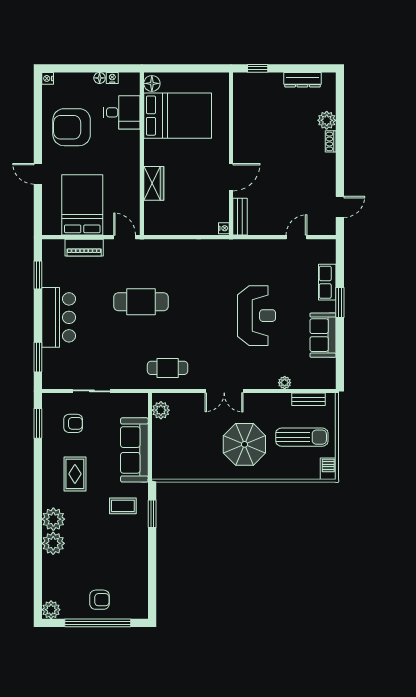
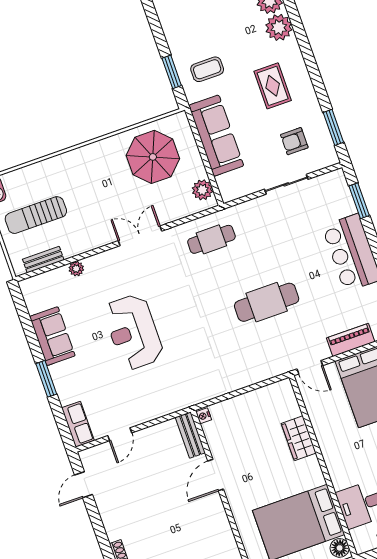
row of seats: (327, 282) -> (78, 424), moved
parasol: (244, 444) -> (153, 157), moved

